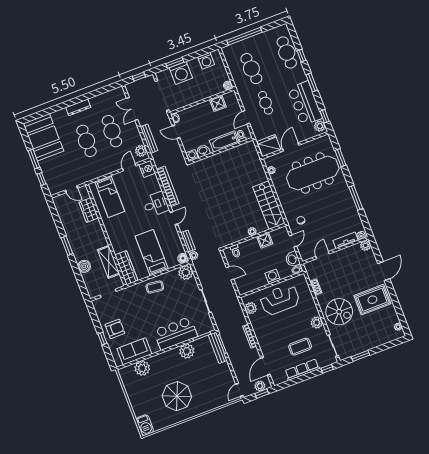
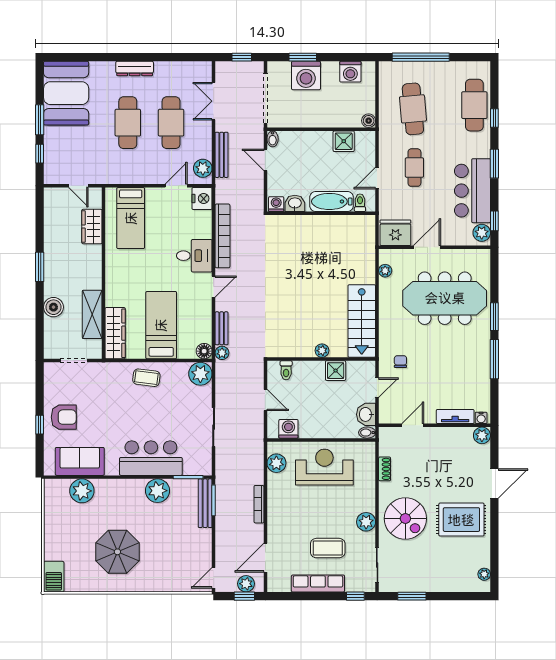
window: (340, 158) -> (494, 317), moved
washing machine: (273, 276) -> (288, 429), moved

